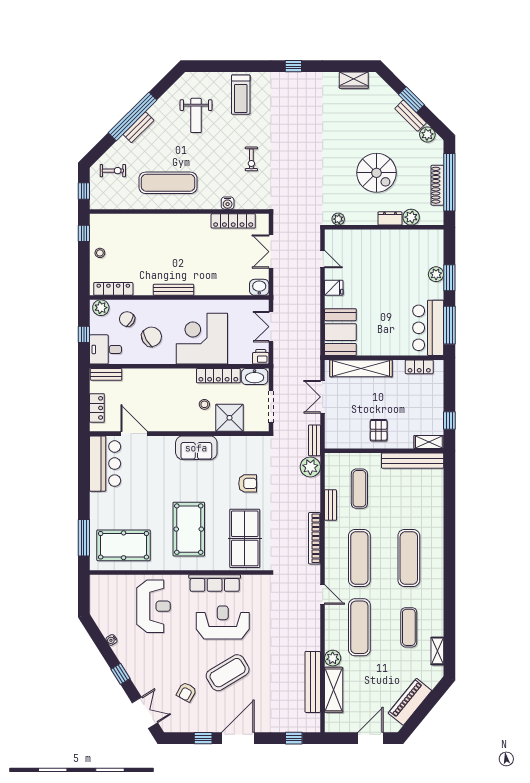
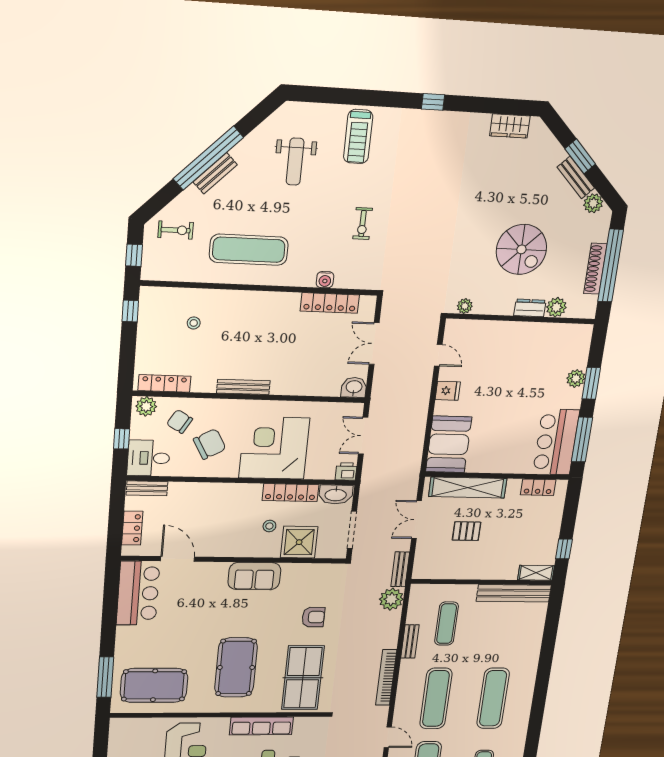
stool: (100, 253) -> (194, 323), moved
pallet: (379, 430) -> (467, 531), moved, turned 90

